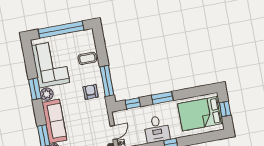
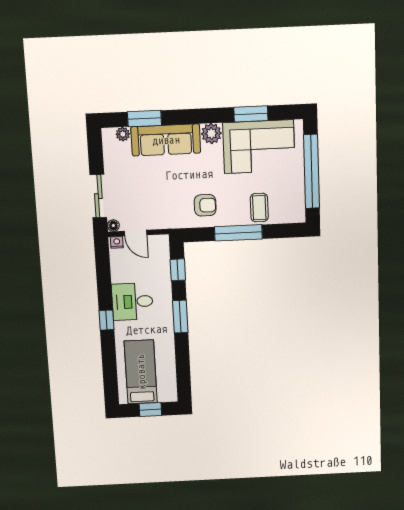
window: (107, 81) -> (238, 233), moved
window: (35, 89) -> (251, 114), moved
bed: (200, 114) -> (141, 372), width x0.67

